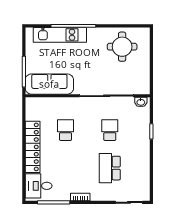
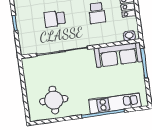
washbasin: (141, 102) -> (129, 36), moved
school desk: (110, 130) -> (55, 19), turned 90

